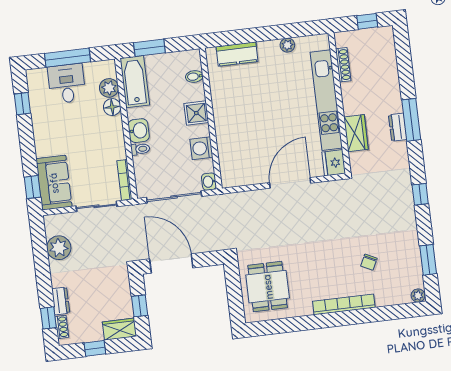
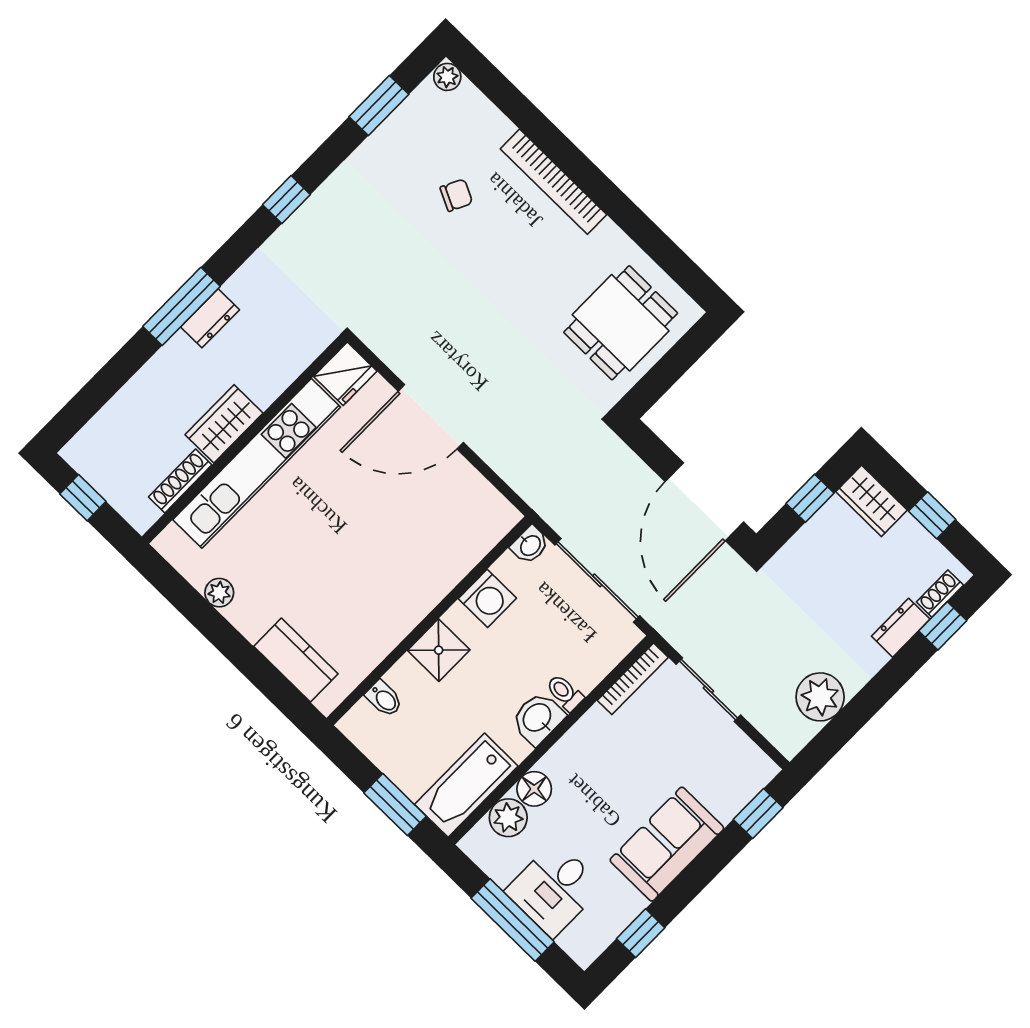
wardrobe: (356, 133) -> (224, 424), moved
sofa: (54, 183) -> (667, 844), moved

